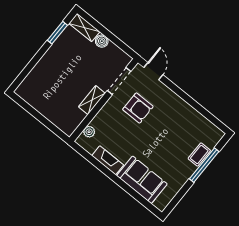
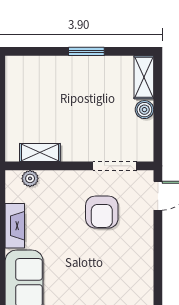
window: (57, 33) -> (86, 51), moved
shelving: (92, 100) -> (40, 153), moved

